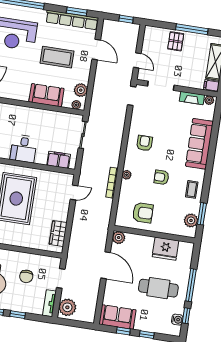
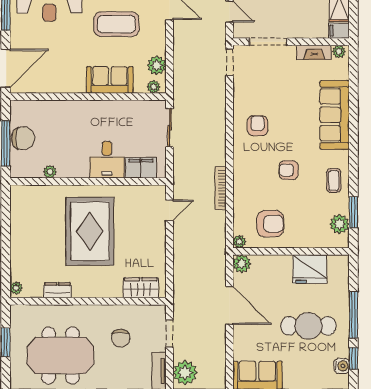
desk: (24, 149) -> (107, 160), moved
plant: (127, 175) -> (239, 242), moved
wardrobe: (58, 233) -> (141, 288), moved, turned 90

